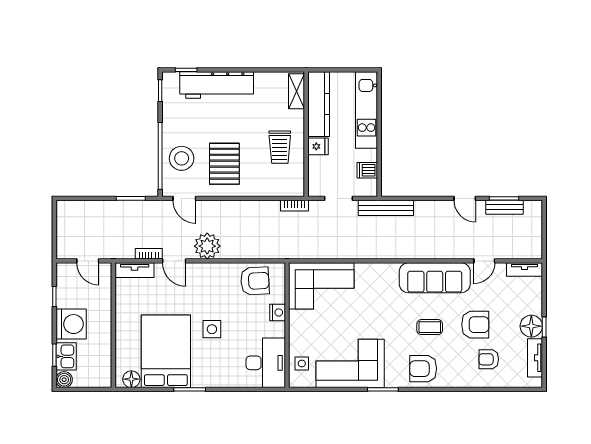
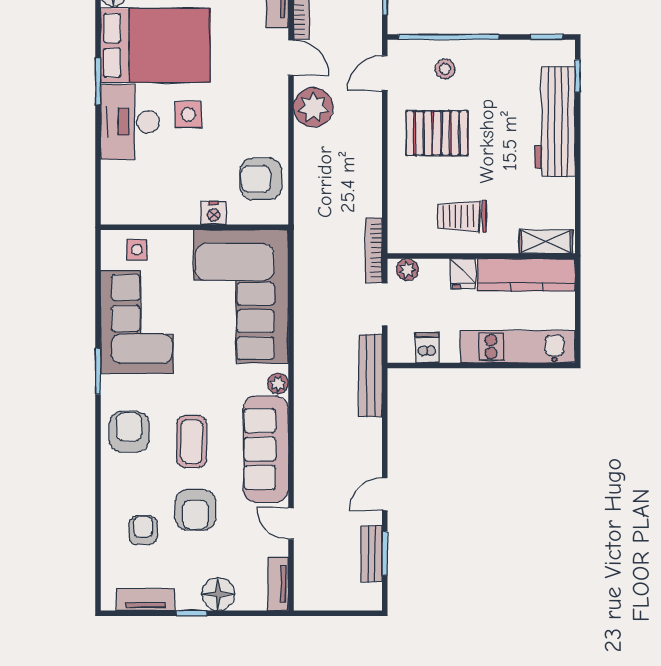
stool: (182, 158) -> (445, 69), width x0.53, depth x0.53
plant: (315, 183) -> (407, 270), added
bookcase: (295, 206) -> (374, 250), width x1.56
door: (174, 261) -> (291, 58), swing flipped
plant: (391, 270) -> (278, 384), added
armchair: (255, 281) -> (261, 179), turned 93
corner sofa: (321, 286) -> (241, 297), width x1.36, depth x1.36
floor lamp: (531, 326) -> (218, 594), moved
coffee table: (430, 327) -> (192, 442), width x1.36, depth x1.30
desk: (266, 363) -> (130, 122), moved, turned 90

